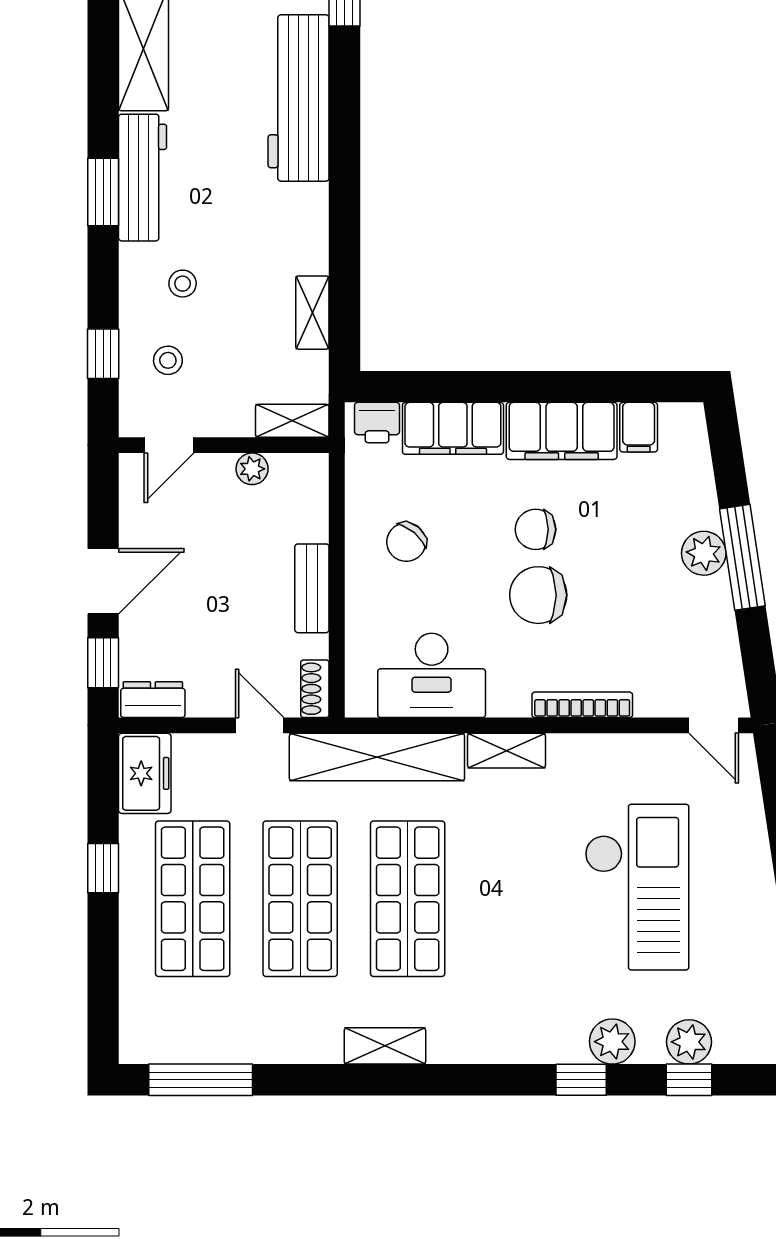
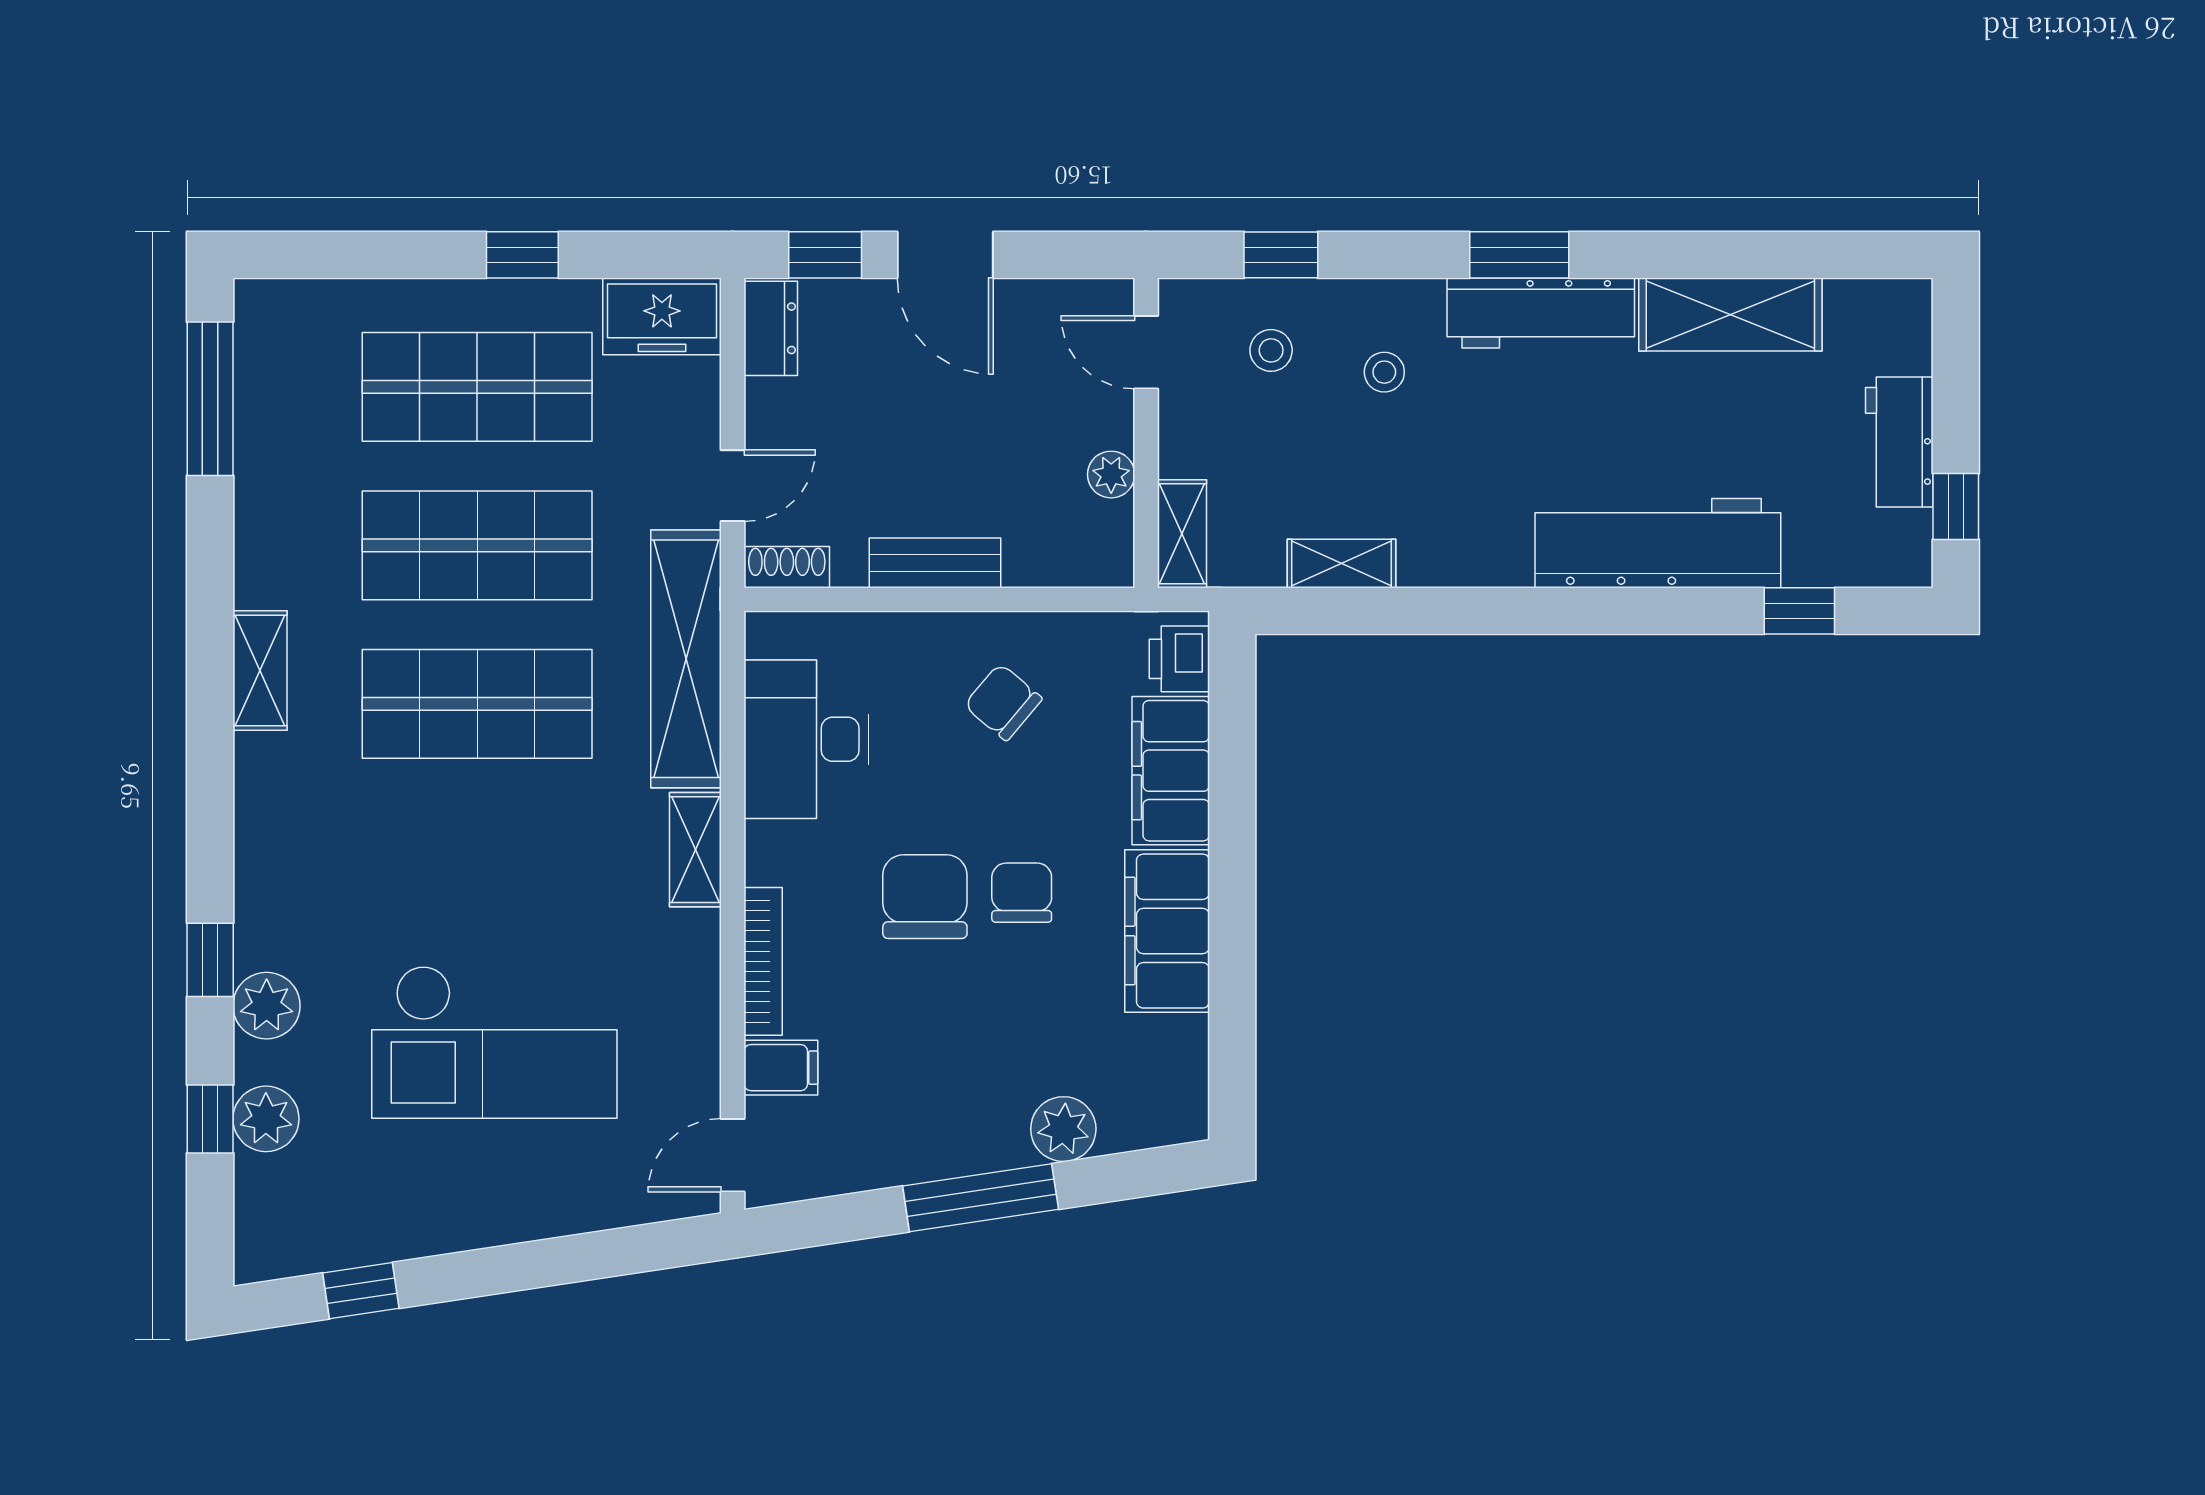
filing cabinet: (639, 427) -> (781, 1068), moved, turned 180
plant: (704, 553) -> (1063, 1129), moved

